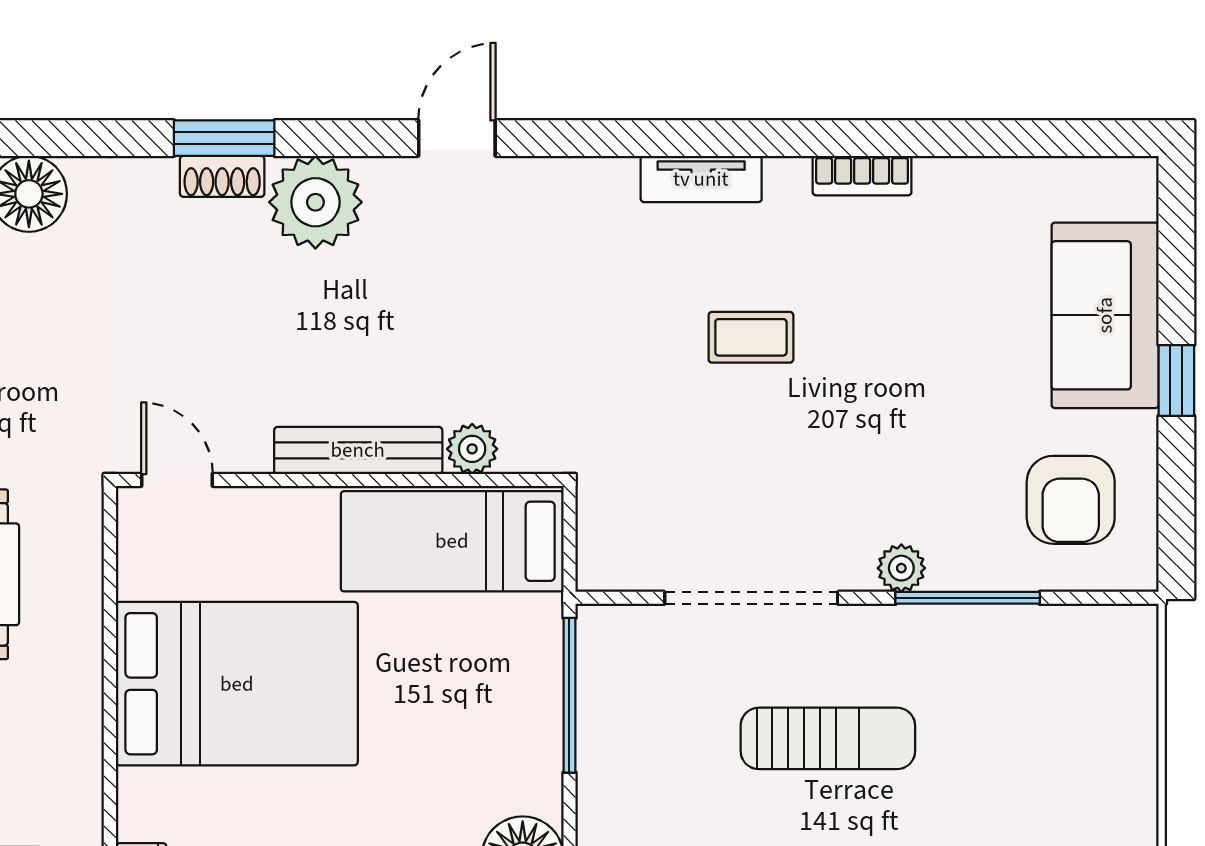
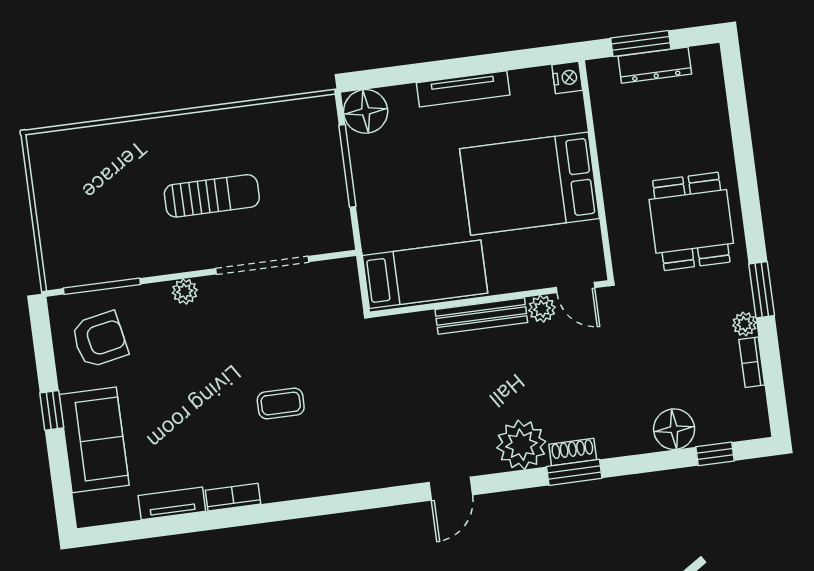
tv unit: (701, 179) -> (172, 503), moved
plant: (472, 449) -> (542, 309), moved
armchair: (1071, 500) -> (100, 340), turned 79
window: (968, 598) -> (102, 286), moved
window: (569, 695) -> (347, 166), moved
sun lounger: (828, 738) -> (212, 196), turned 180

